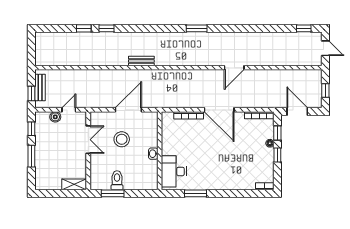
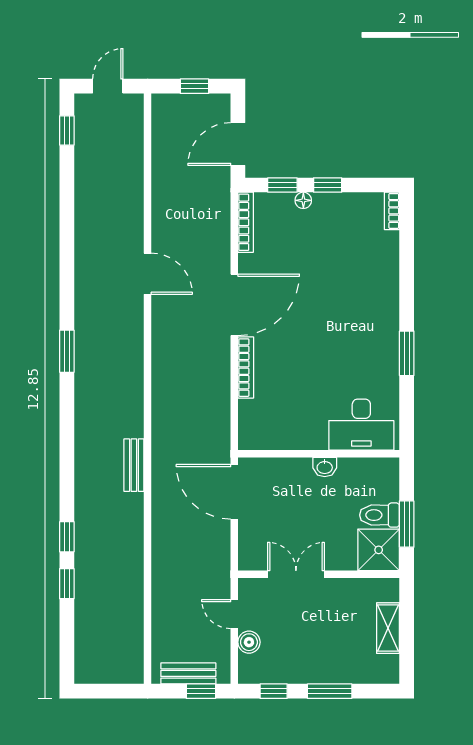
stool: (122, 139) -> (295, 505), removed
wall: (160, 151) -> (319, 454), moved
washbasin: (153, 154) -> (325, 467), moved
desk: (174, 171) -> (361, 425), moved
shower: (100, 180) -> (379, 550), added
shelving: (74, 184) -> (388, 628), moved

